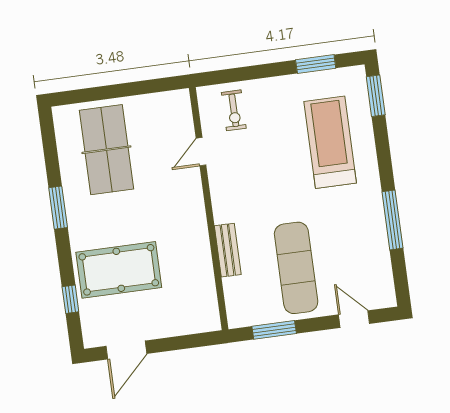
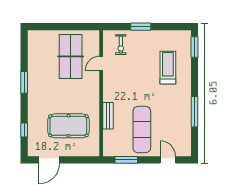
window: (316, 64) -> (141, 27), moved
treadmill: (330, 142) -> (168, 68), width x0.73, depth x0.73
table tennis table: (106, 150) -> (71, 56), moved
pool table: (119, 270) -> (68, 126), moved

